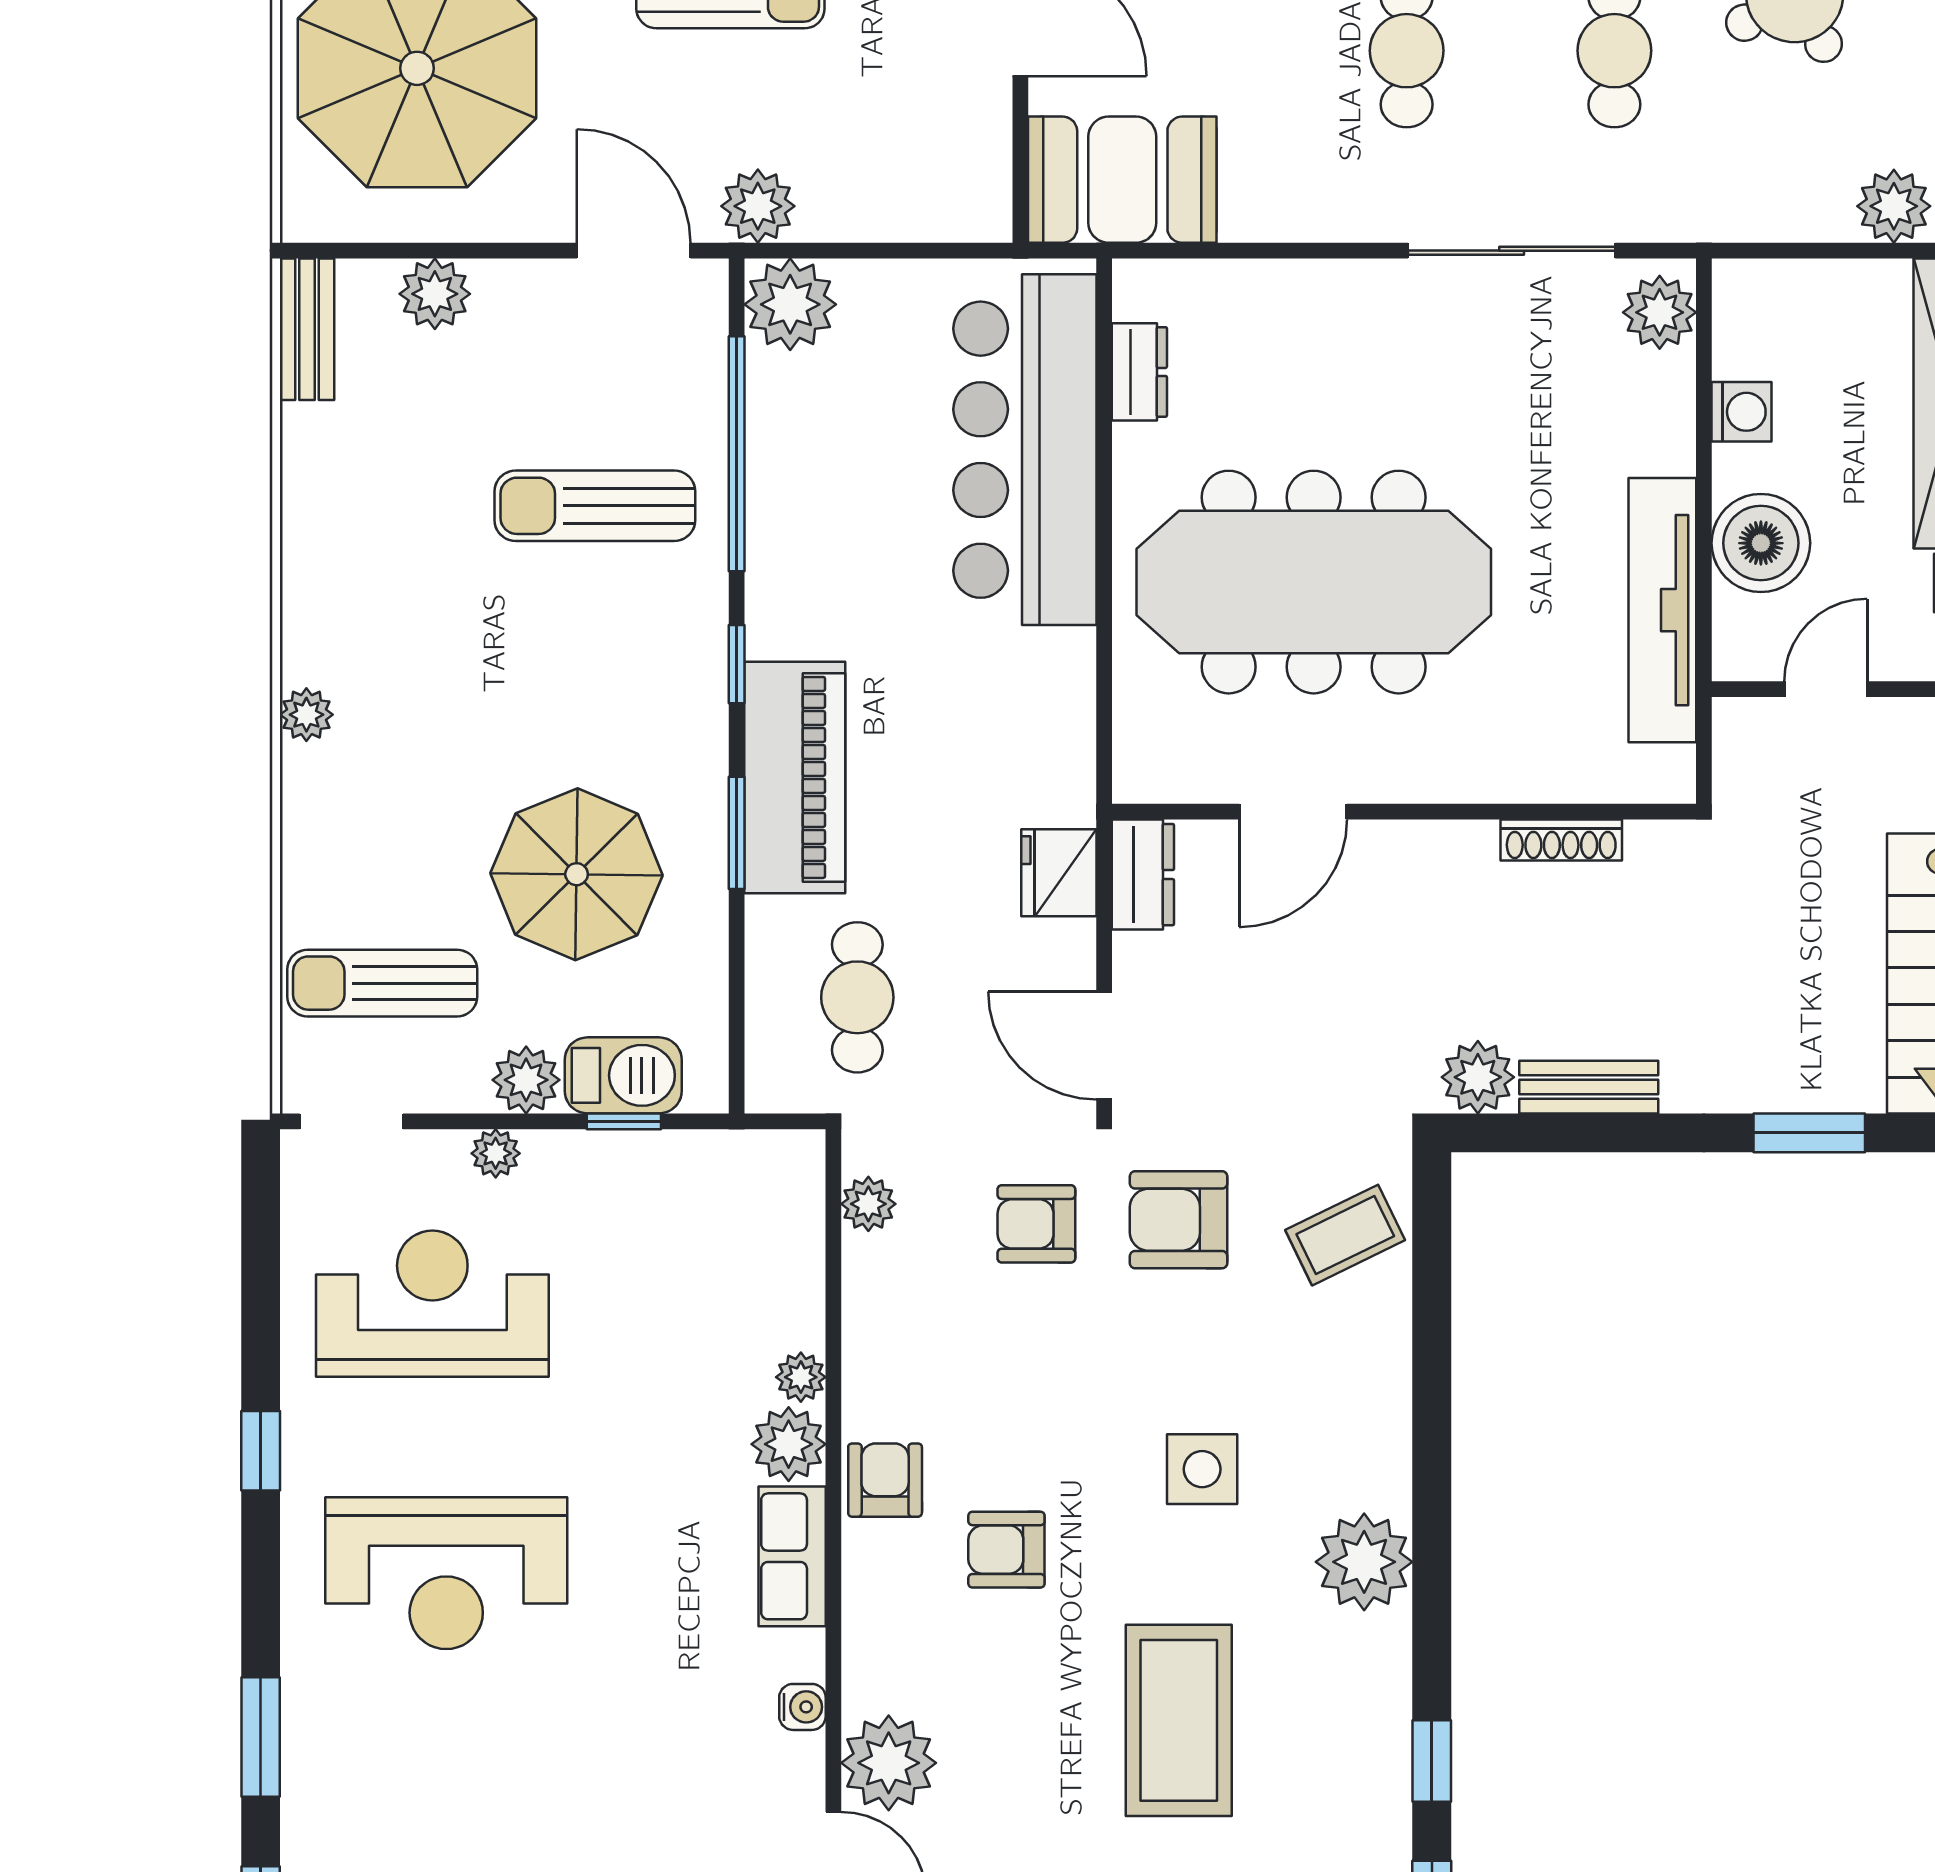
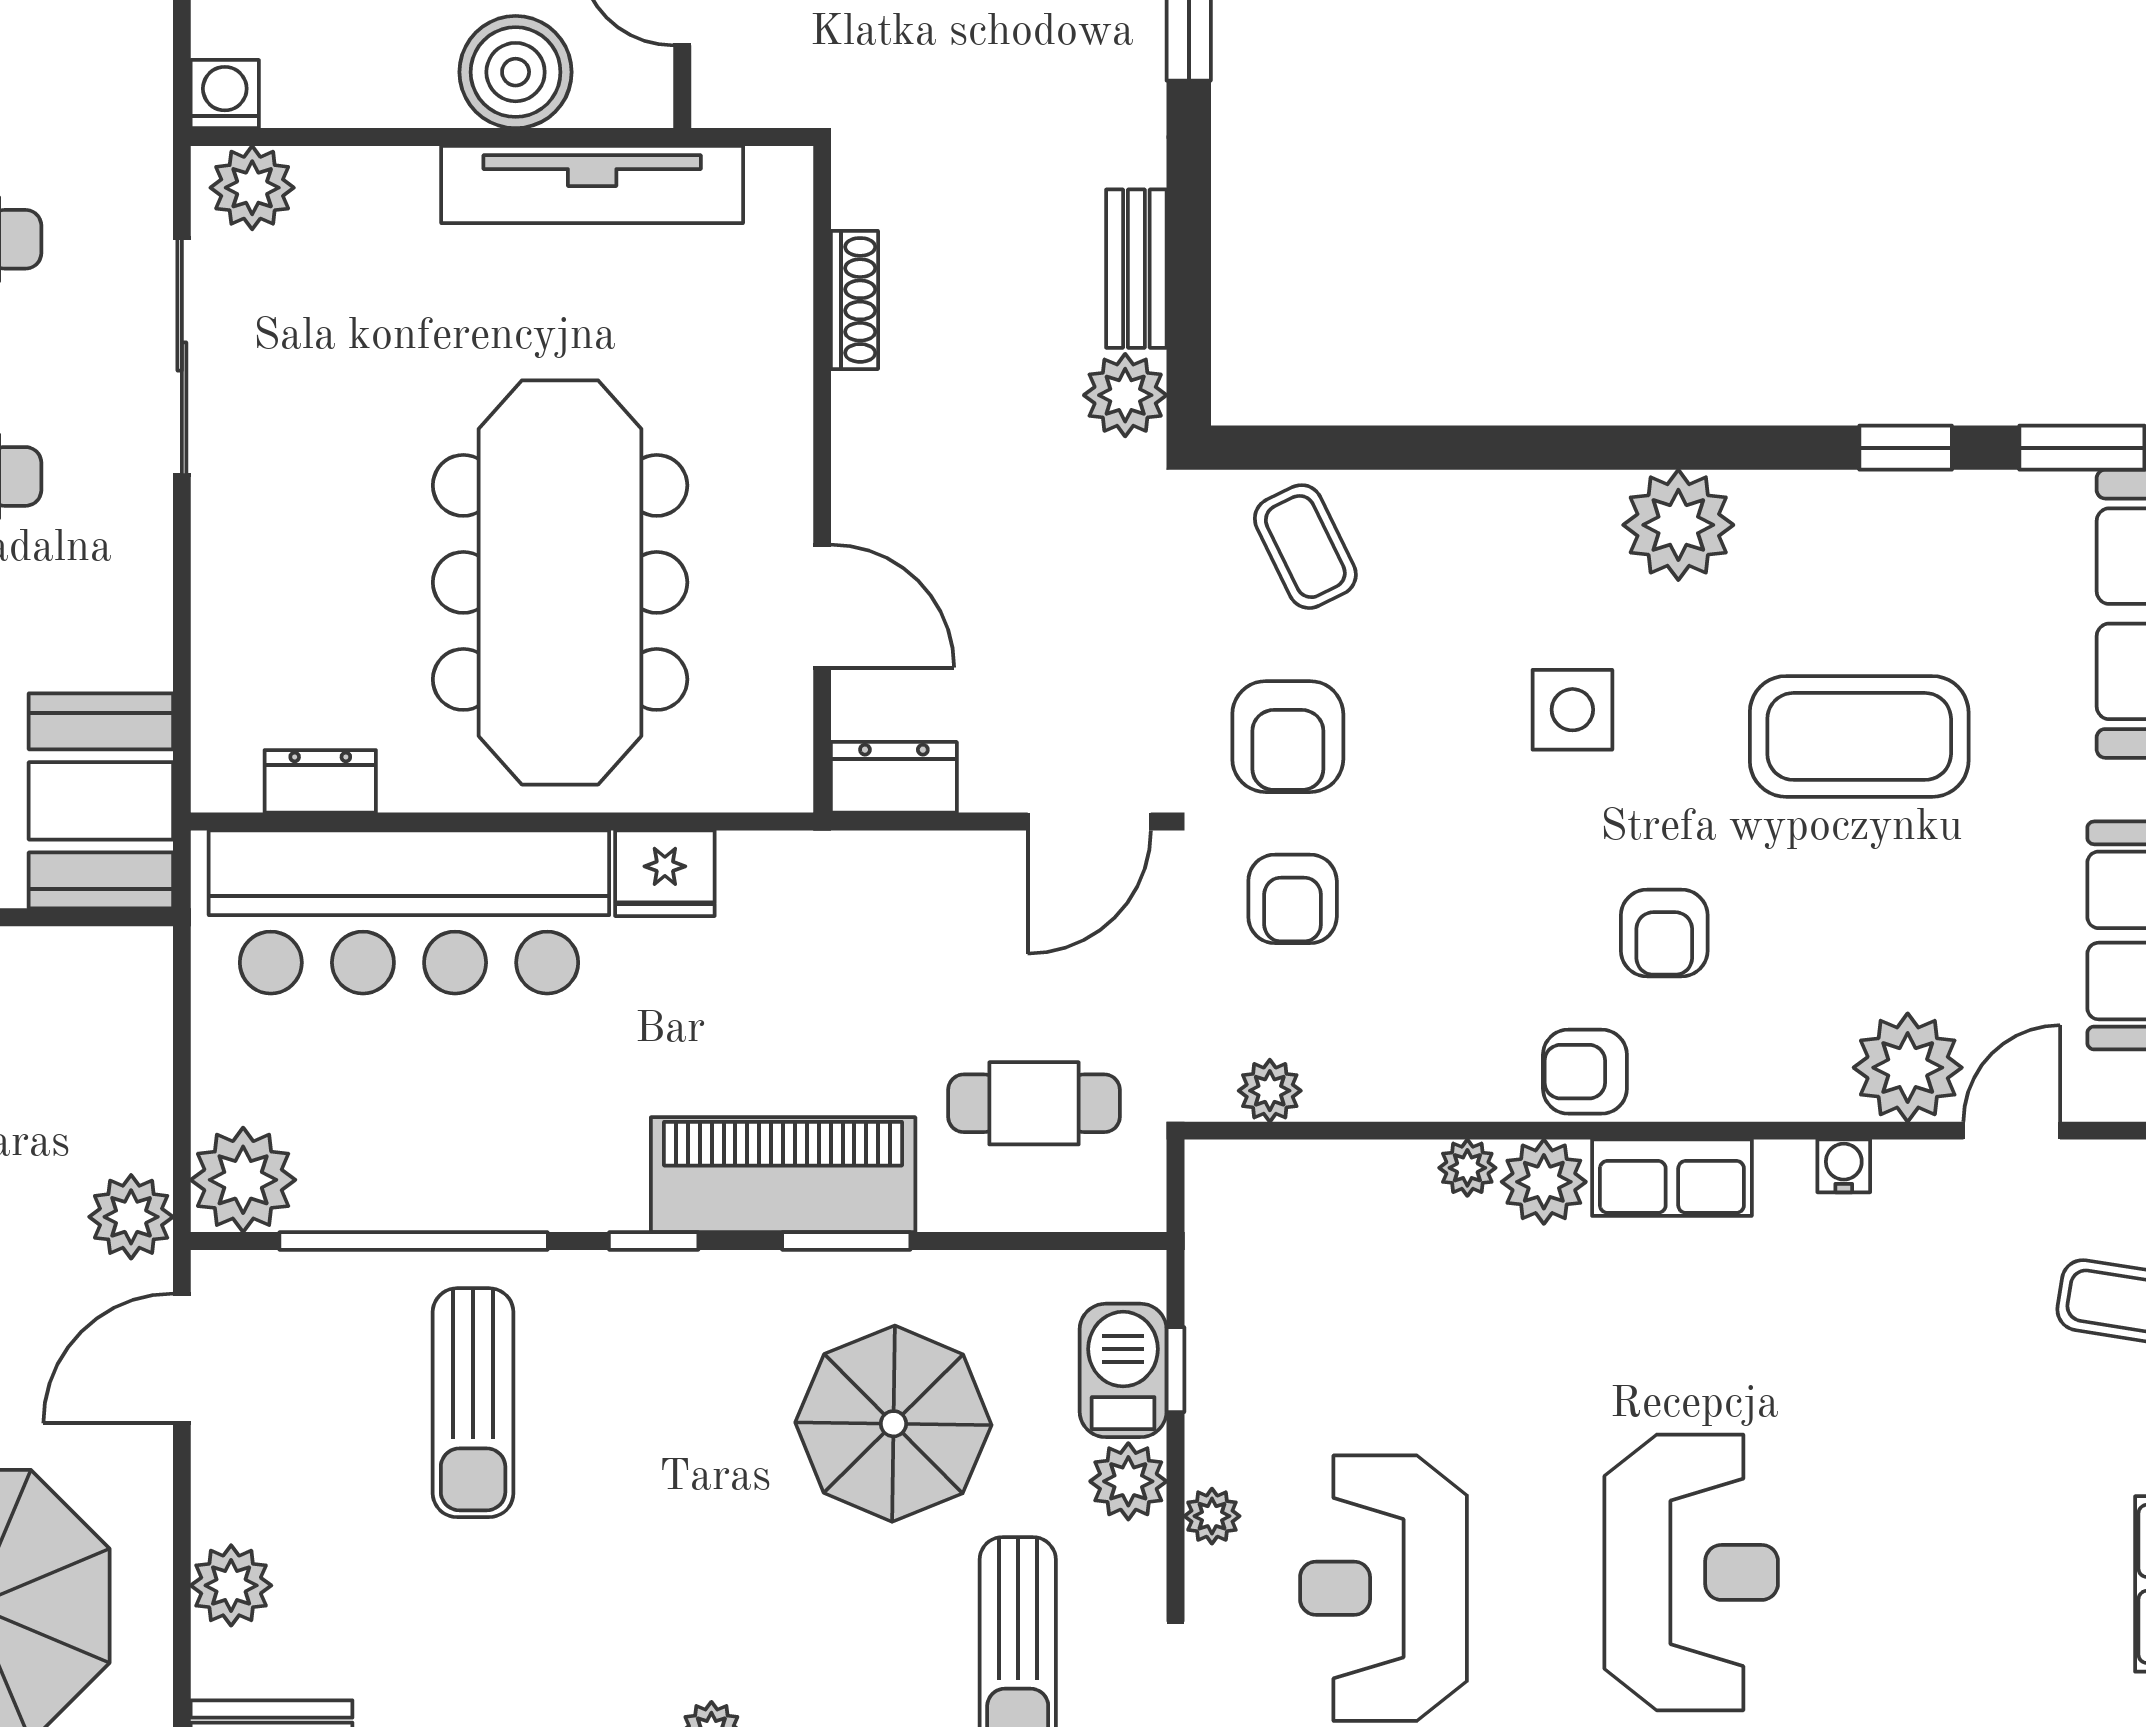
washing machine: (1742, 412) -> (225, 94), moved
fridge: (1059, 873) -> (665, 873), moved

